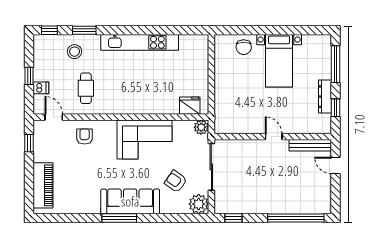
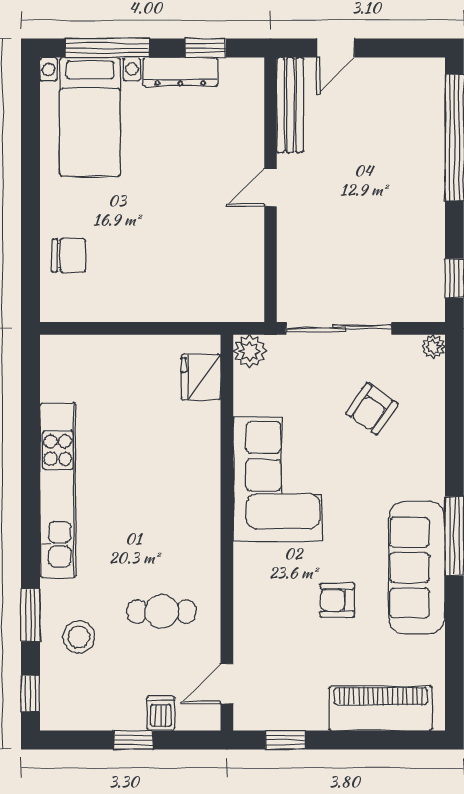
bed with nightstands: (279, 61) -> (90, 117), moved, turned 90
armchair: (85, 136) -> (337, 600), moved
sofa: (130, 201) -> (417, 568), moved
plant: (199, 204) -> (433, 347), width x0.53, depth x0.53

